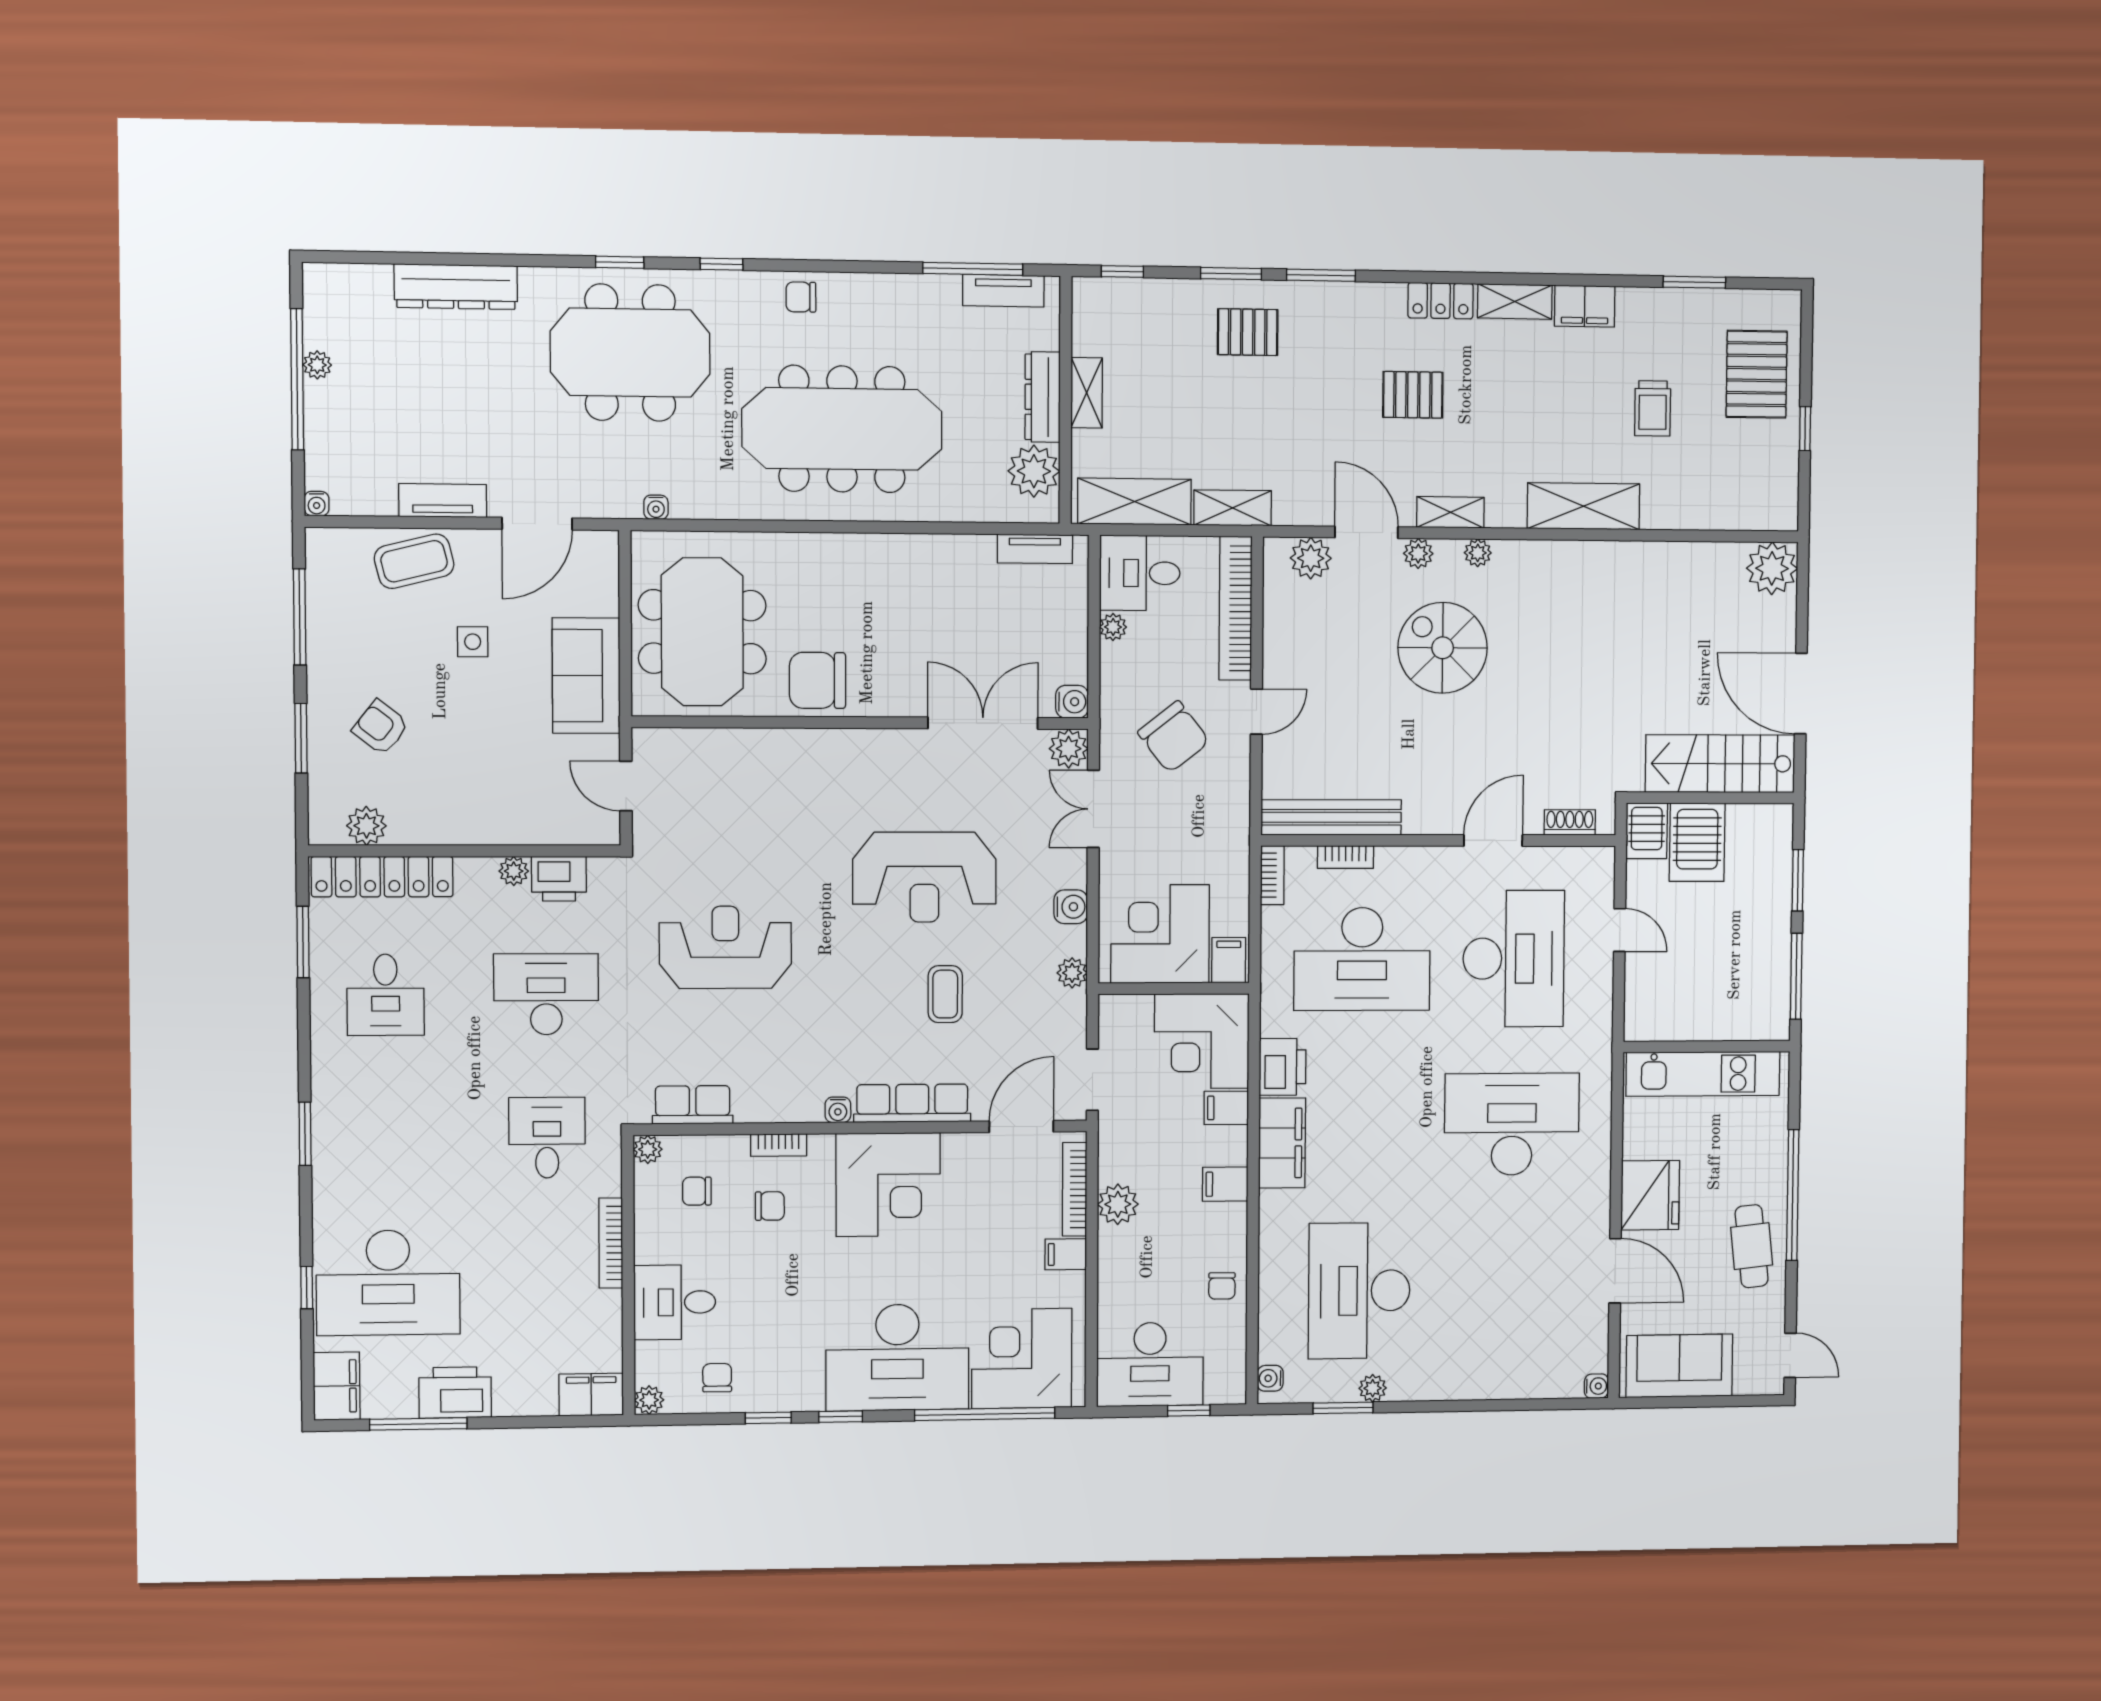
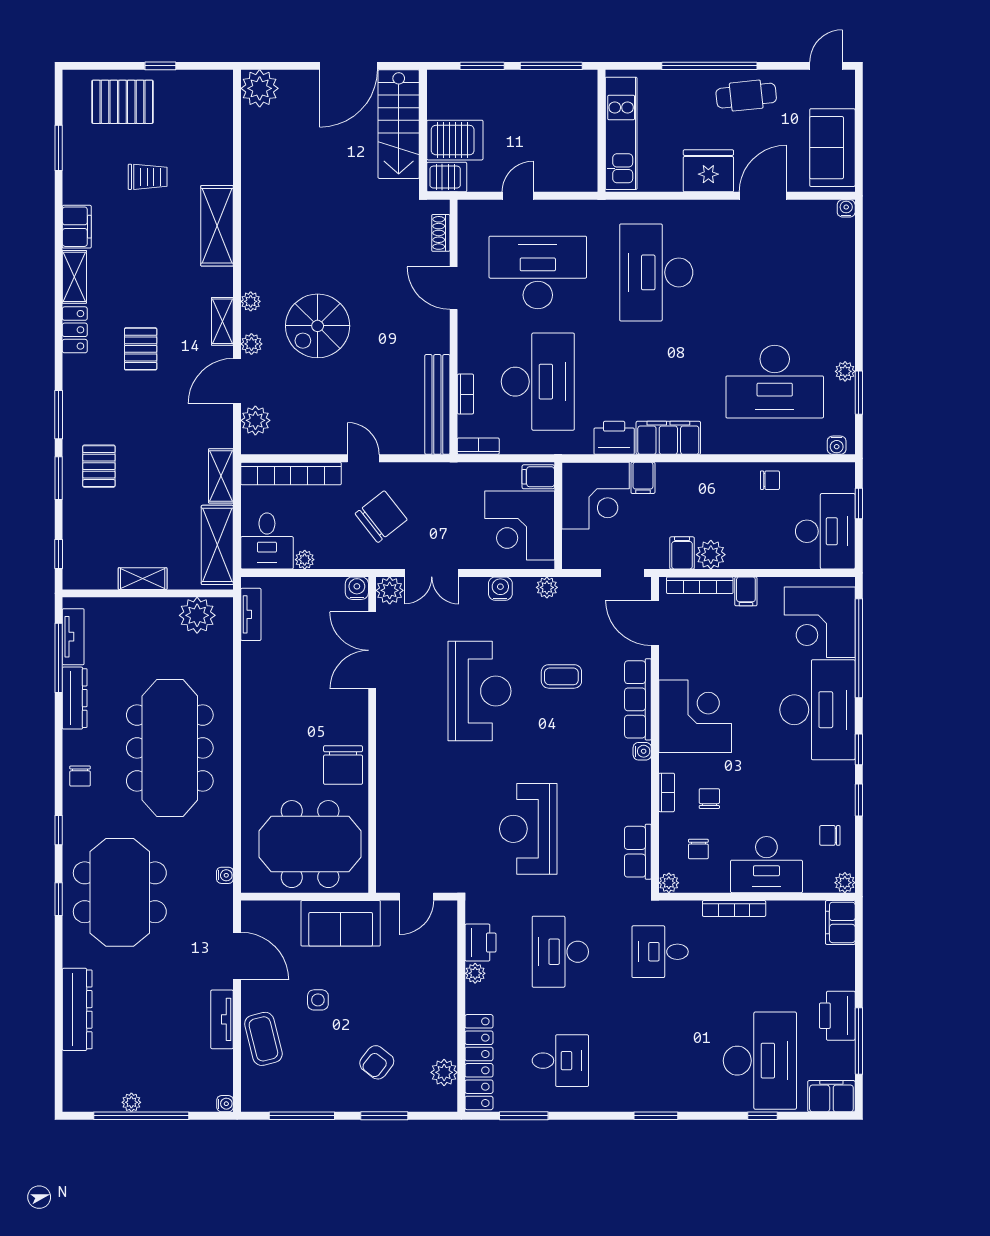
dresser: (1043, 397) -> (75, 698), moved, turned -90
filing cabinet: (1225, 1184) -> (682, 553), moved, turned 180
desk: (675, 1302) -> (766, 865), width x1.37

